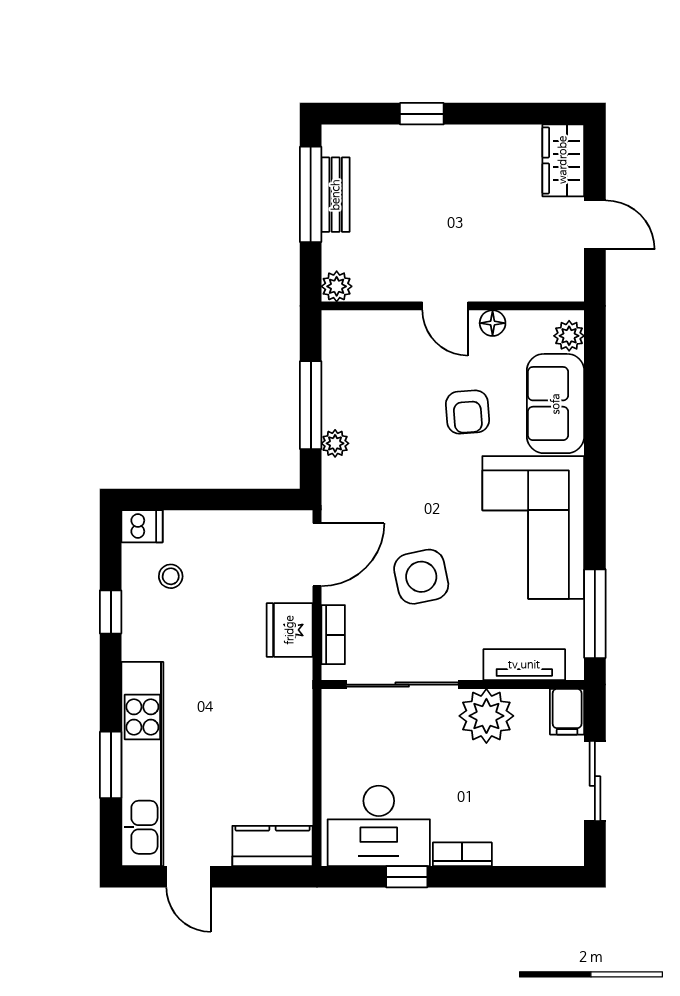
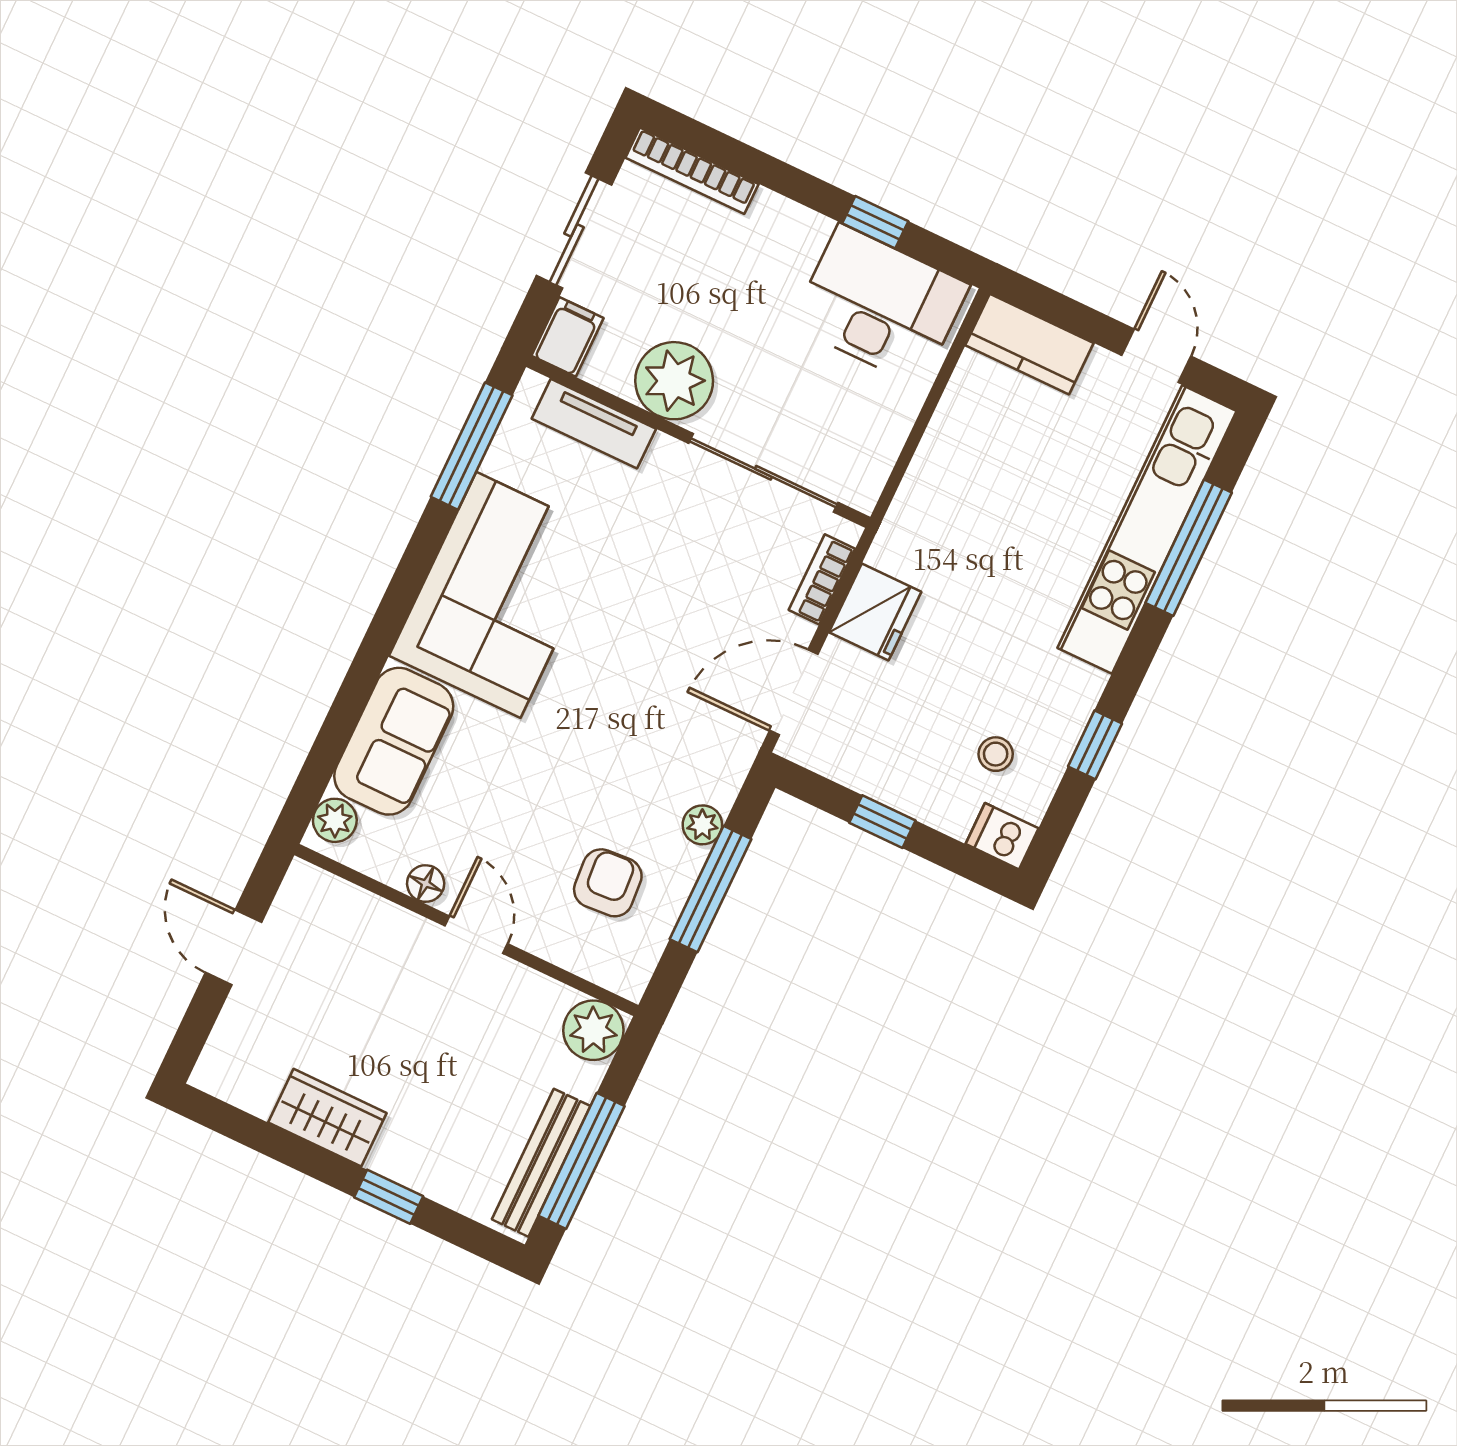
wardrobe: (563, 160) -> (327, 1118), moved, turned -90
bench: (336, 195) -> (541, 1163), width x1.36
plant: (337, 286) -> (593, 1030), width x1.38, depth x1.38
armchair: (467, 412) -> (608, 883), moved
window: (222, 499) -> (882, 822), added
side table: (421, 577) -> (673, 600), removed
window: (111, 765) -> (1189, 548), width x1.44
bookcase: (462, 854) -> (692, 171), moved, width x1.56

